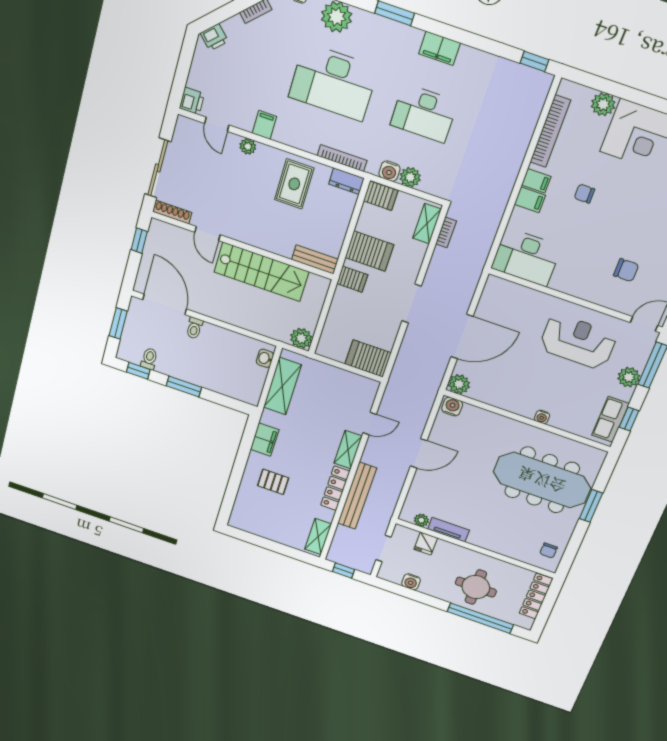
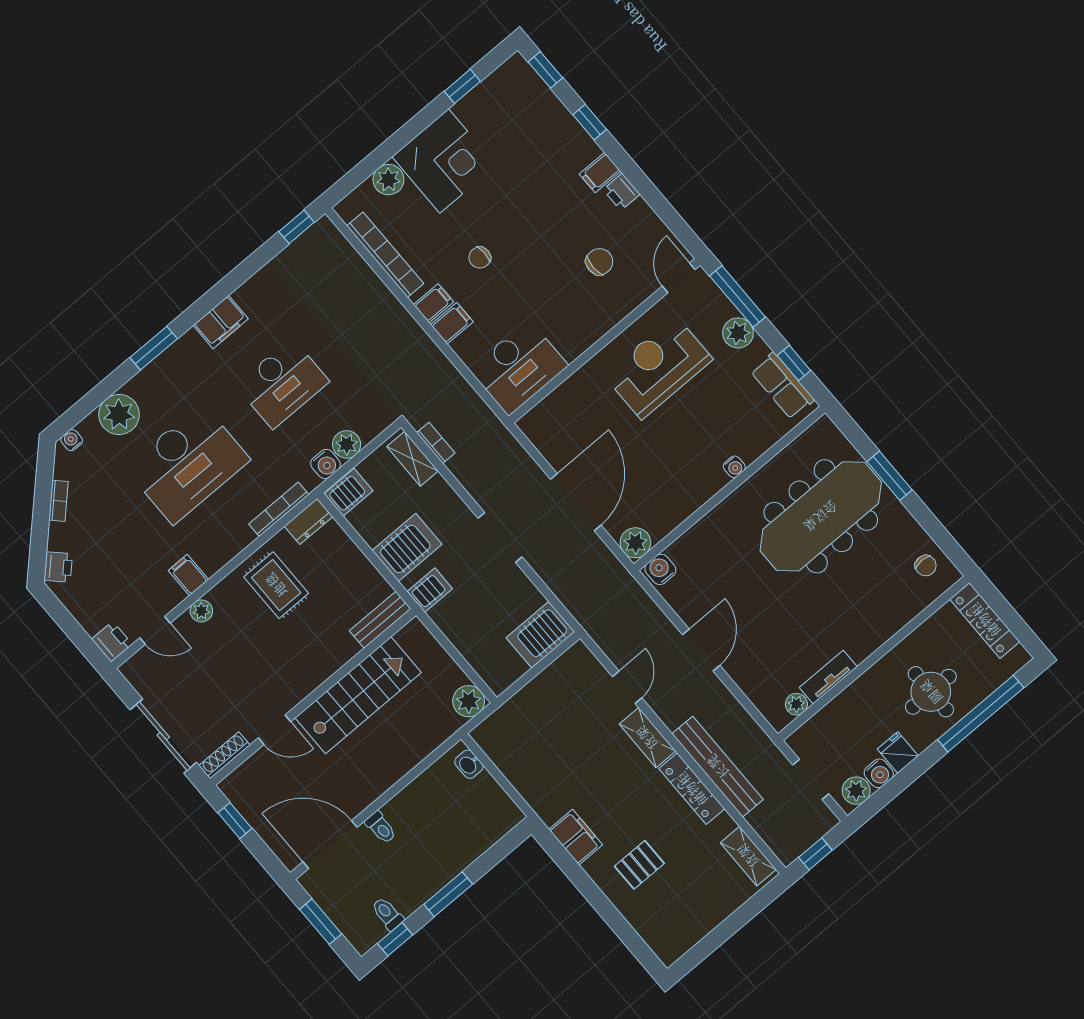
shelving: (282, 386) -> (517, 766), removed
fridge: (426, 544) -> (898, 752), moved, turned 180
plant: (393, 575) -> (856, 791), added

